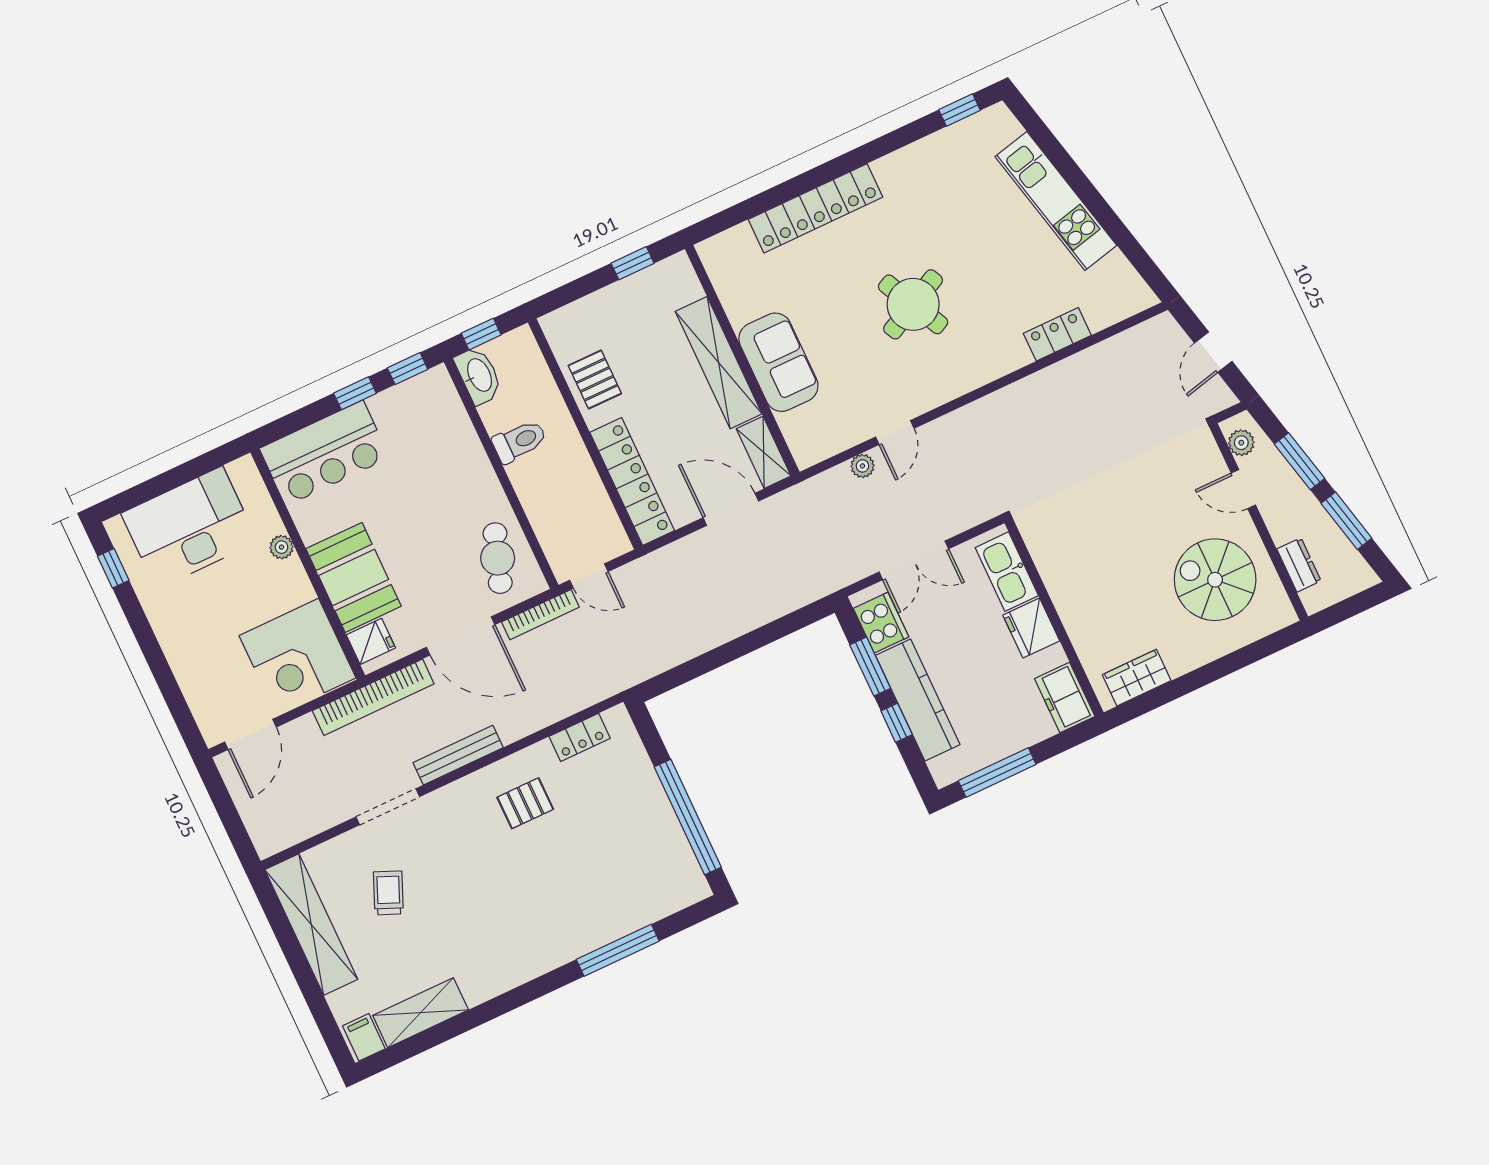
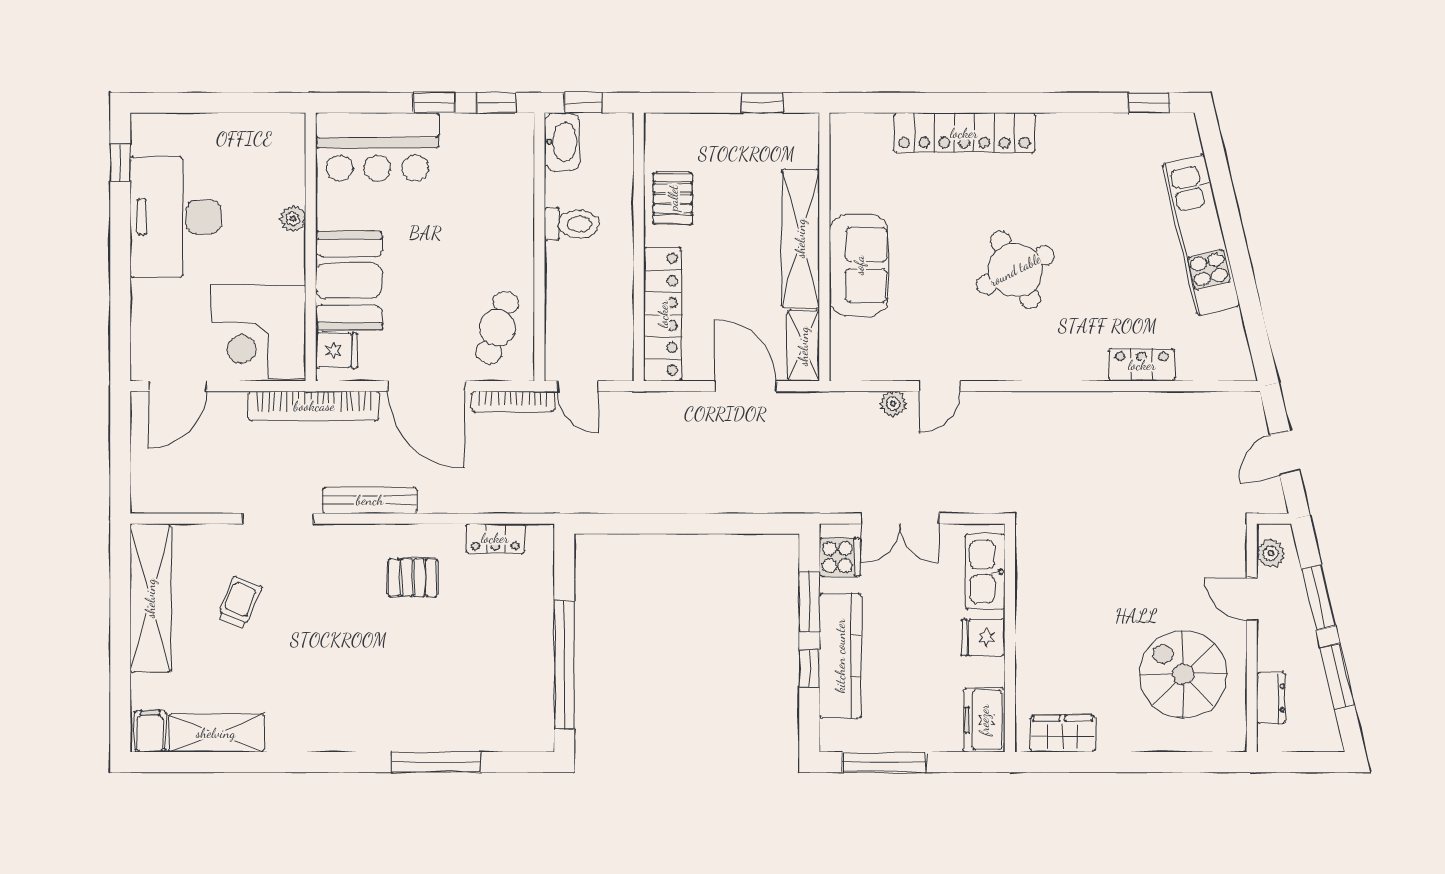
desk: (189, 528) -> (175, 217), moved, turned -90
cooker: (881, 623) -> (840, 557), width x0.73
fridge: (1031, 628) -> (983, 638), width x0.72

